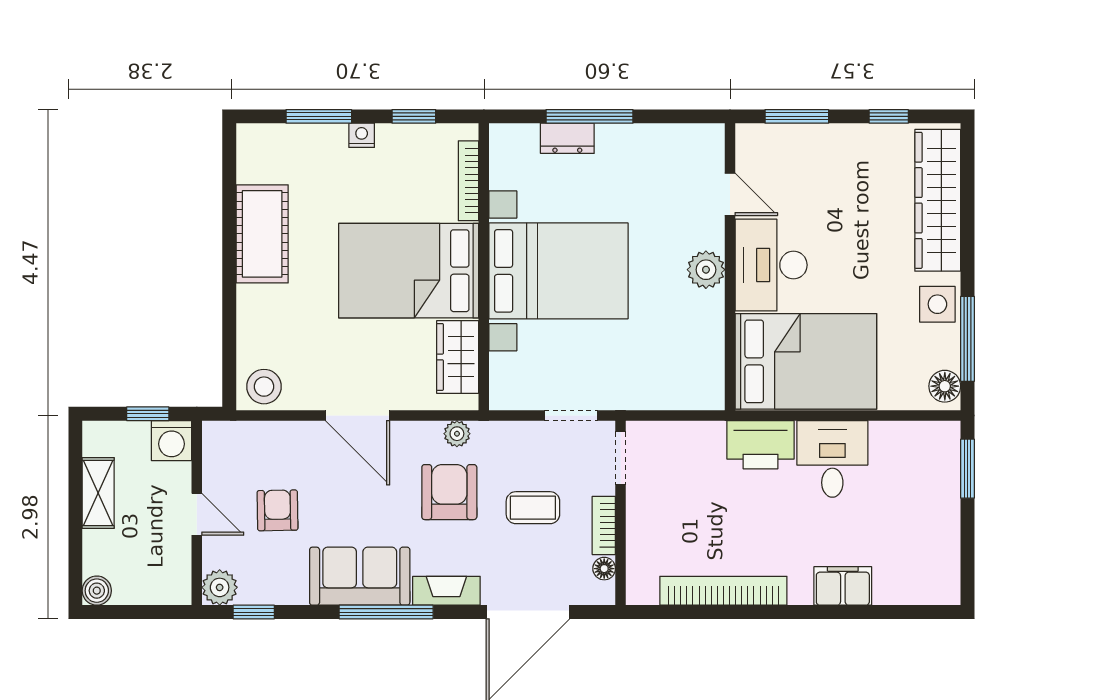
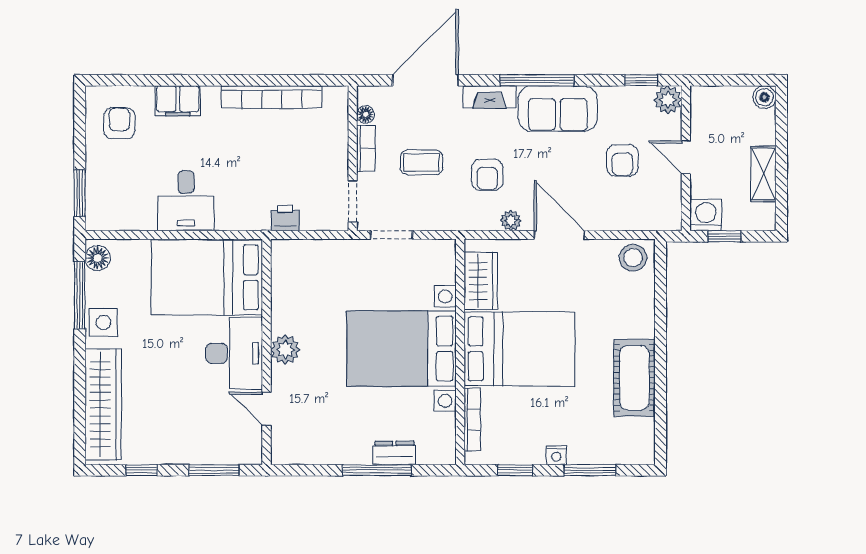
plant: (457, 434) -> (511, 221), moved
printer: (761, 445) -> (285, 218), moved, width x0.53, depth x0.68
armchair: (449, 492) -> (487, 175), width x0.72, depth x0.72
armchair: (917, 558) -> (119, 123), added

